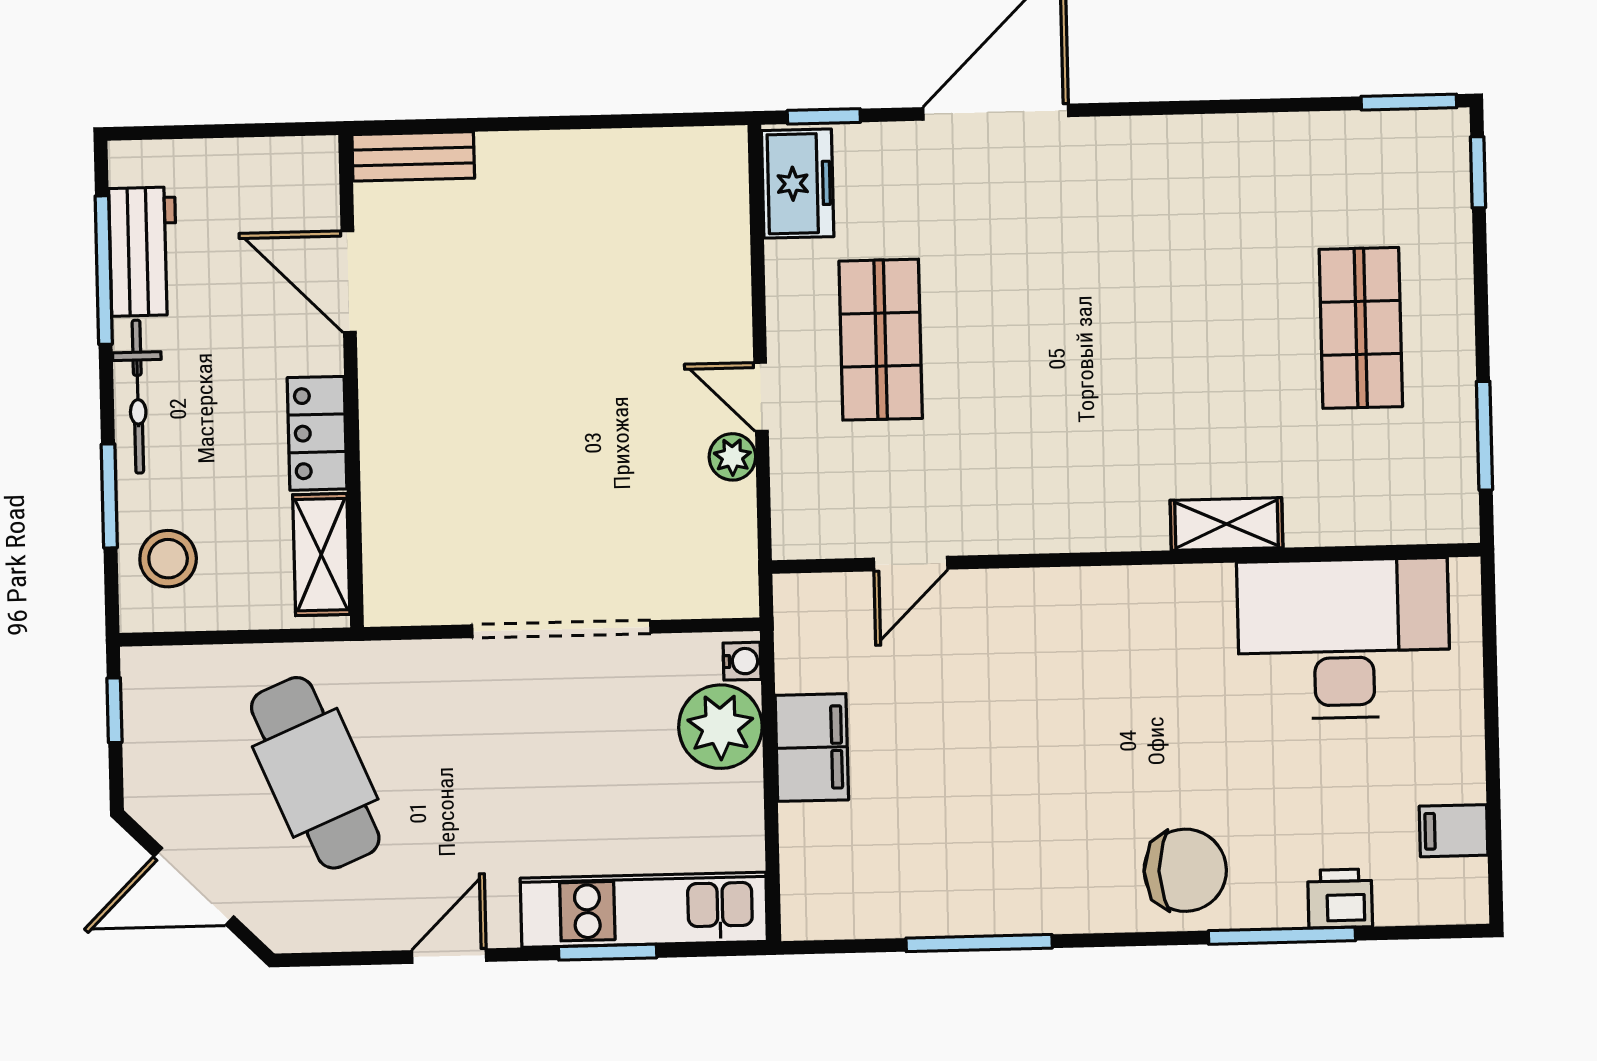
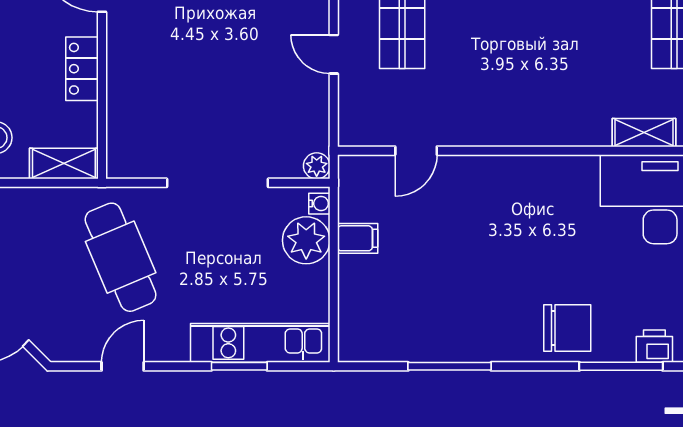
plant: (732, 457) -> (317, 166), moved
shelving: (1226, 524) -> (644, 133), moved
shelving: (321, 555) -> (64, 164), moved, turned 90
filing cabinet: (812, 748) -> (358, 238), width x0.50
cafe table: (315, 773) -> (121, 257), moved
door: (449, 956) -> (123, 366), moved

